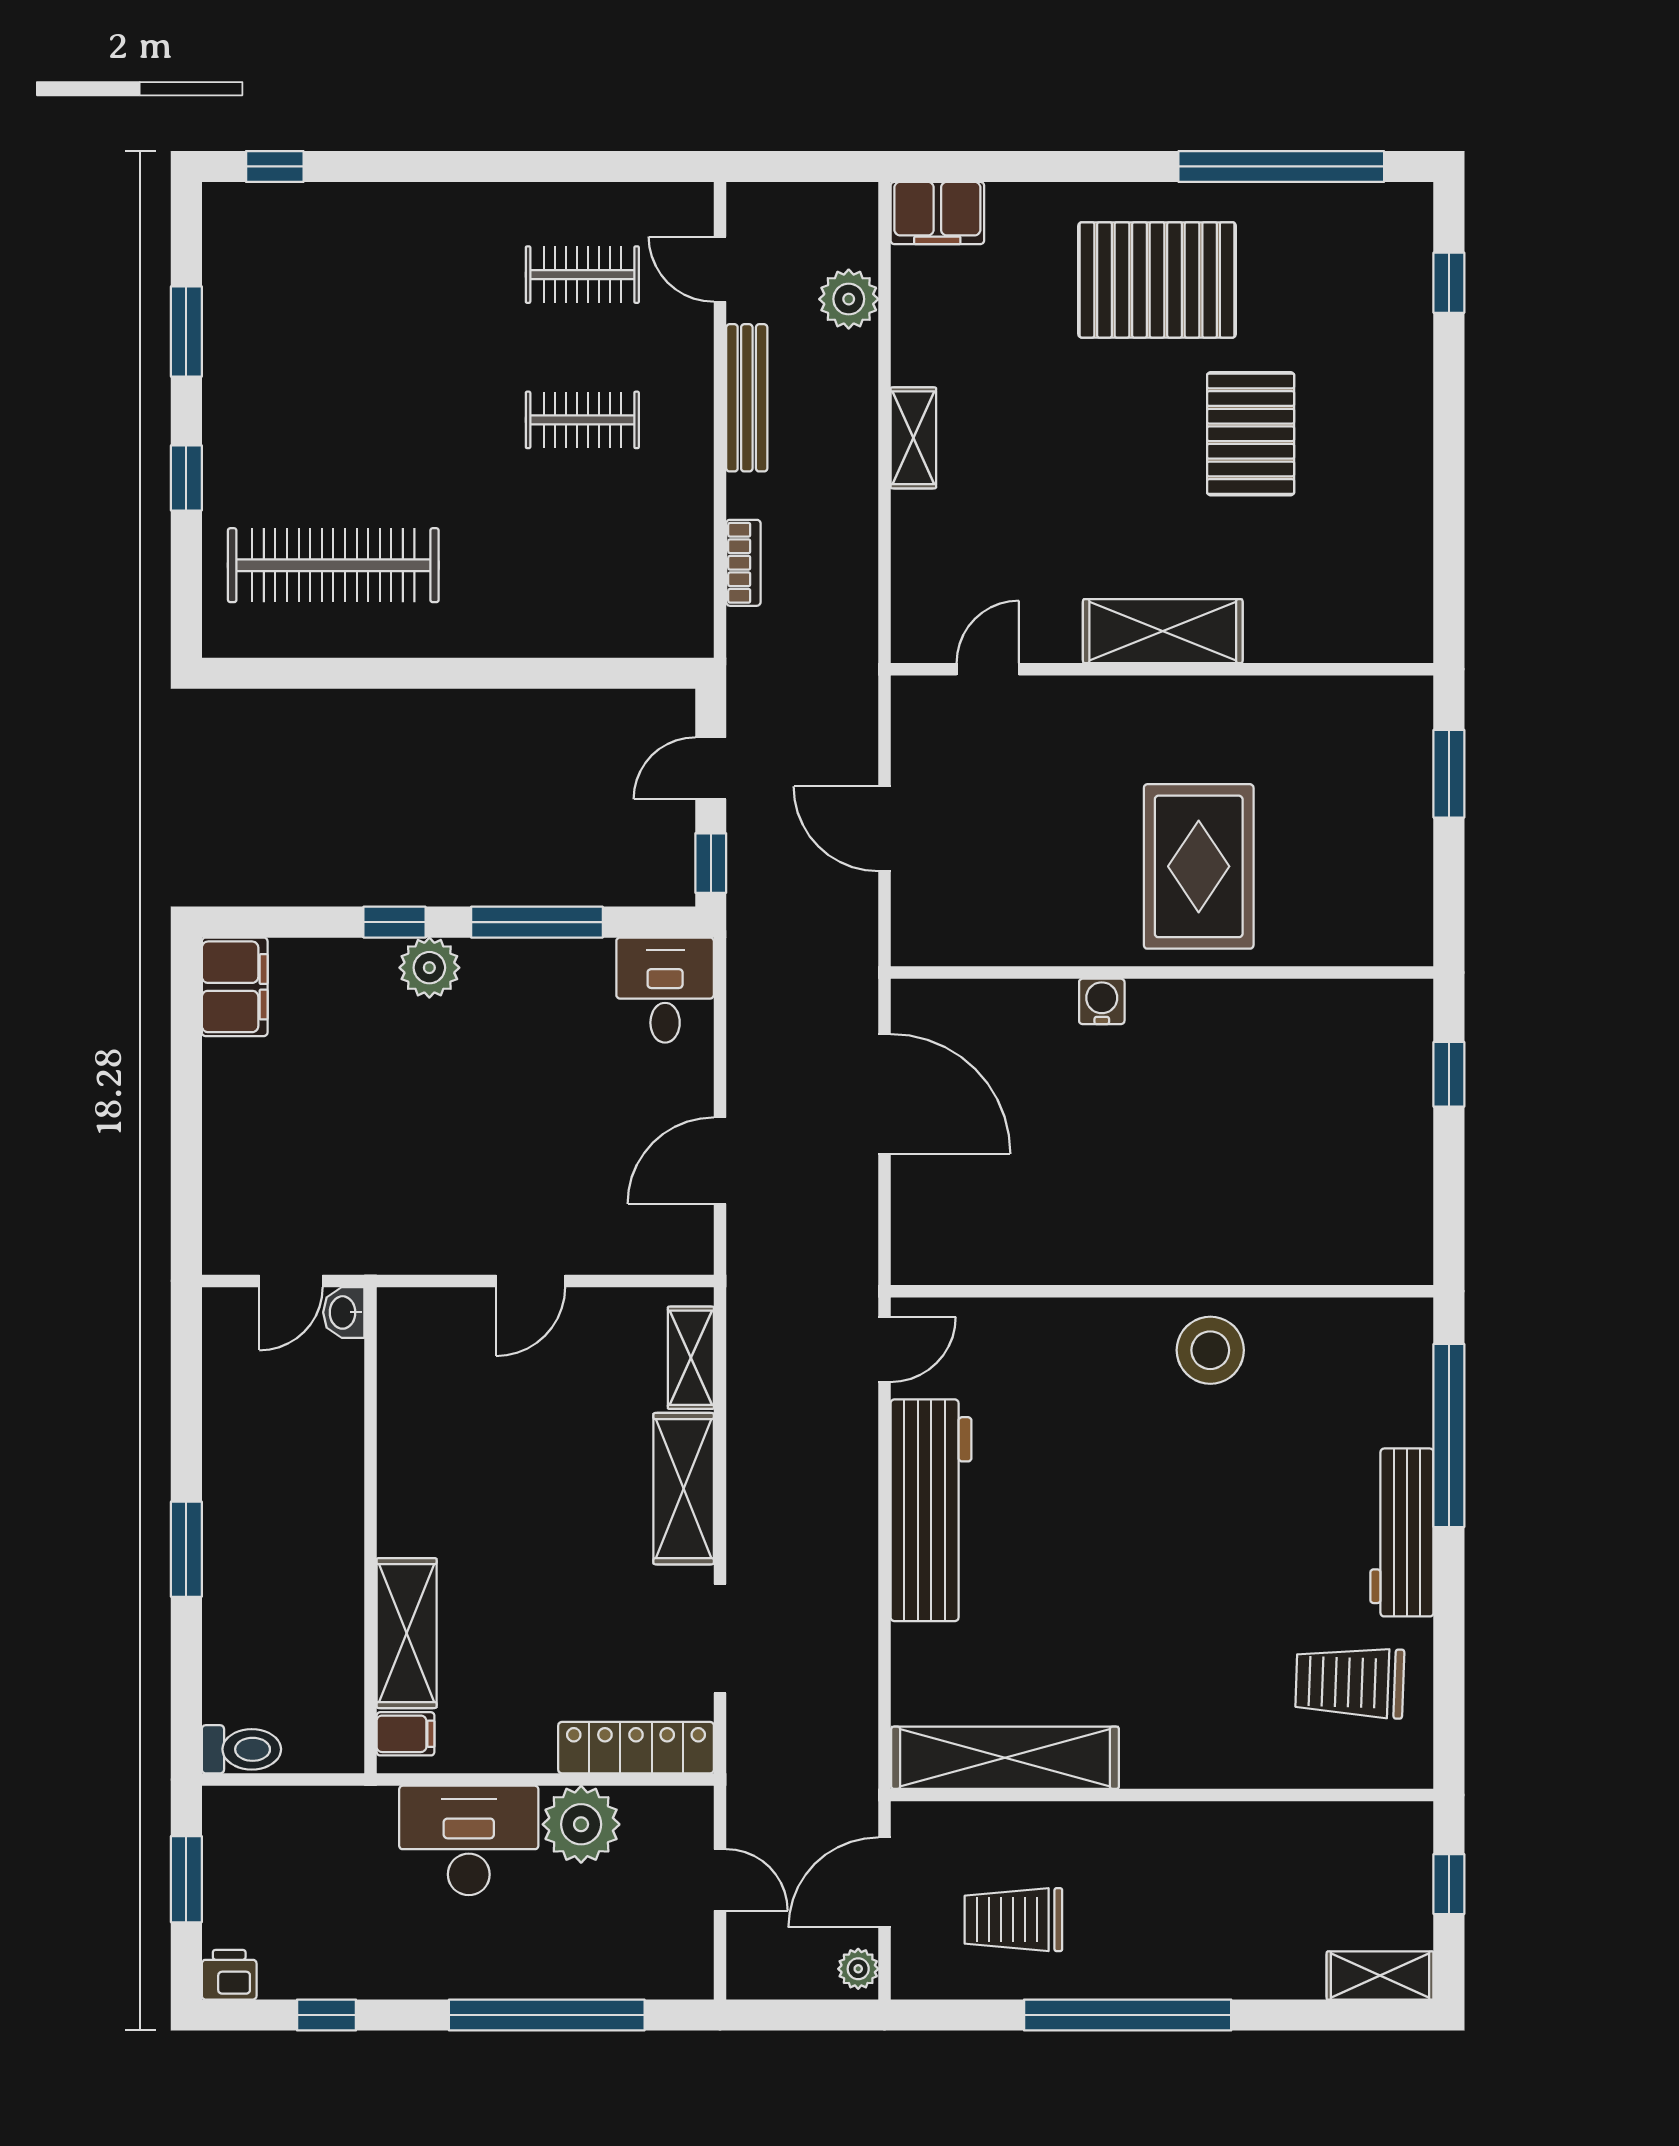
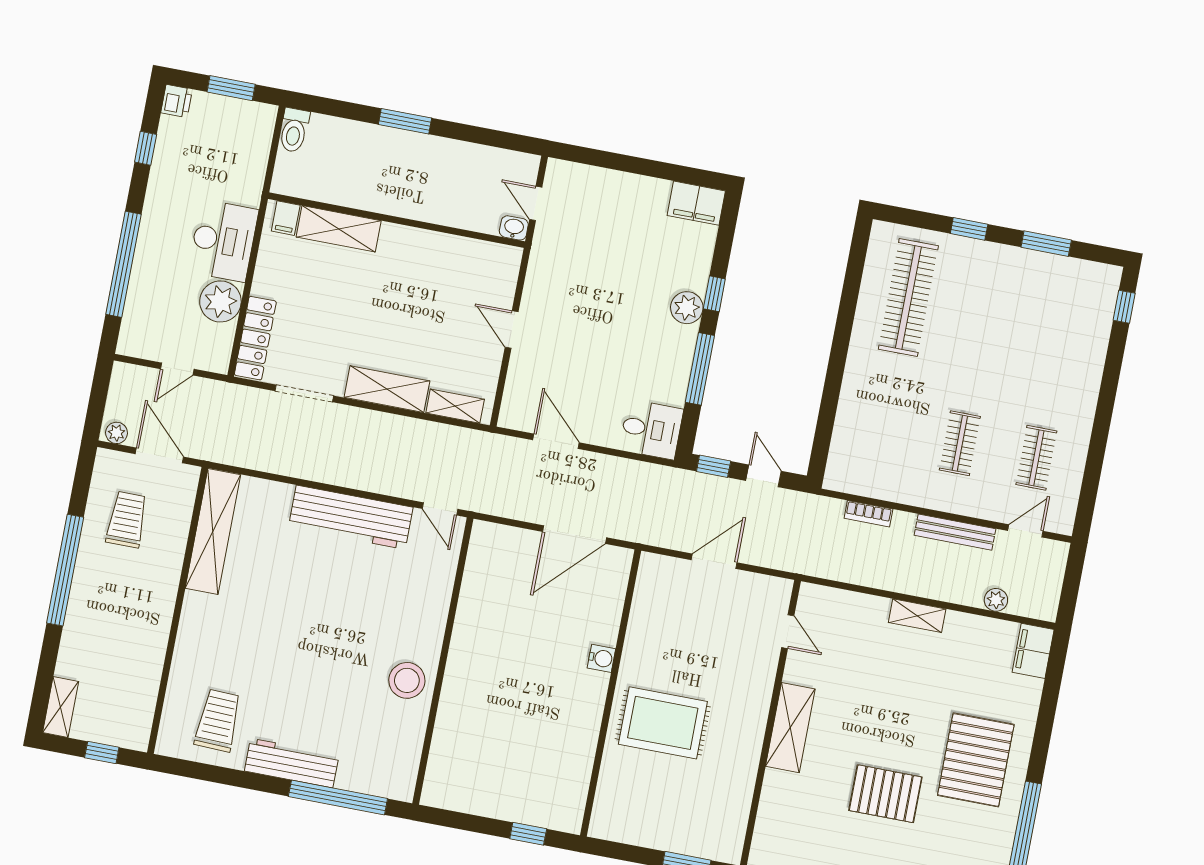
plant: (849, 299) -> (996, 600), width x0.73, depth x0.73

